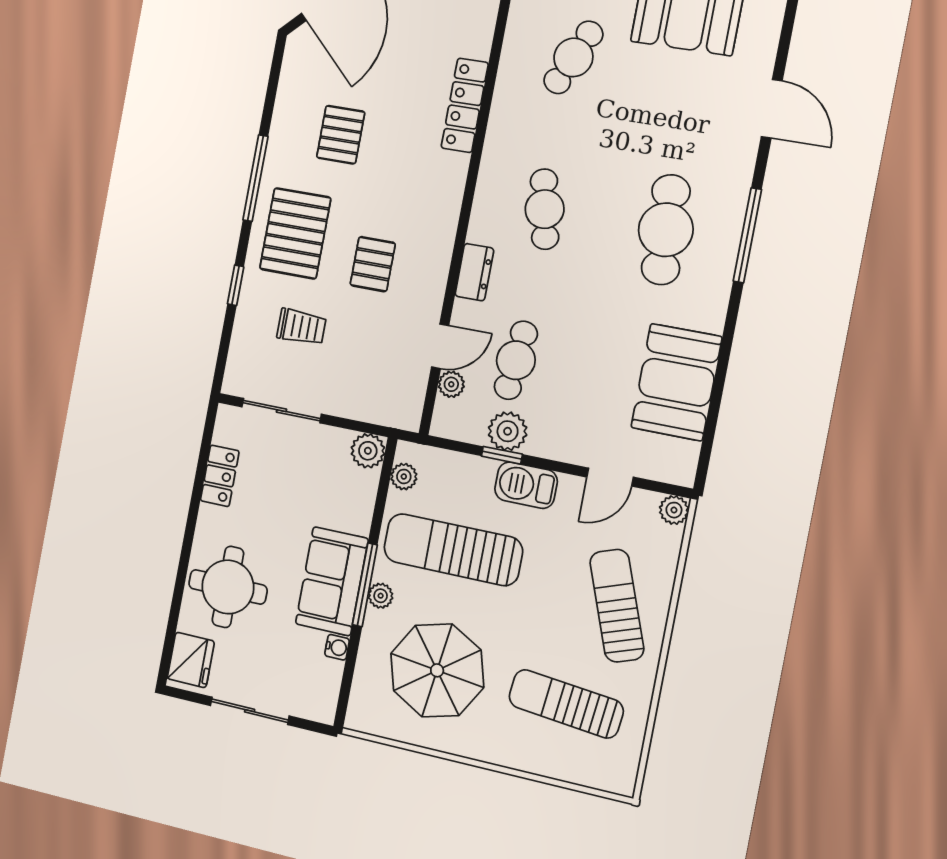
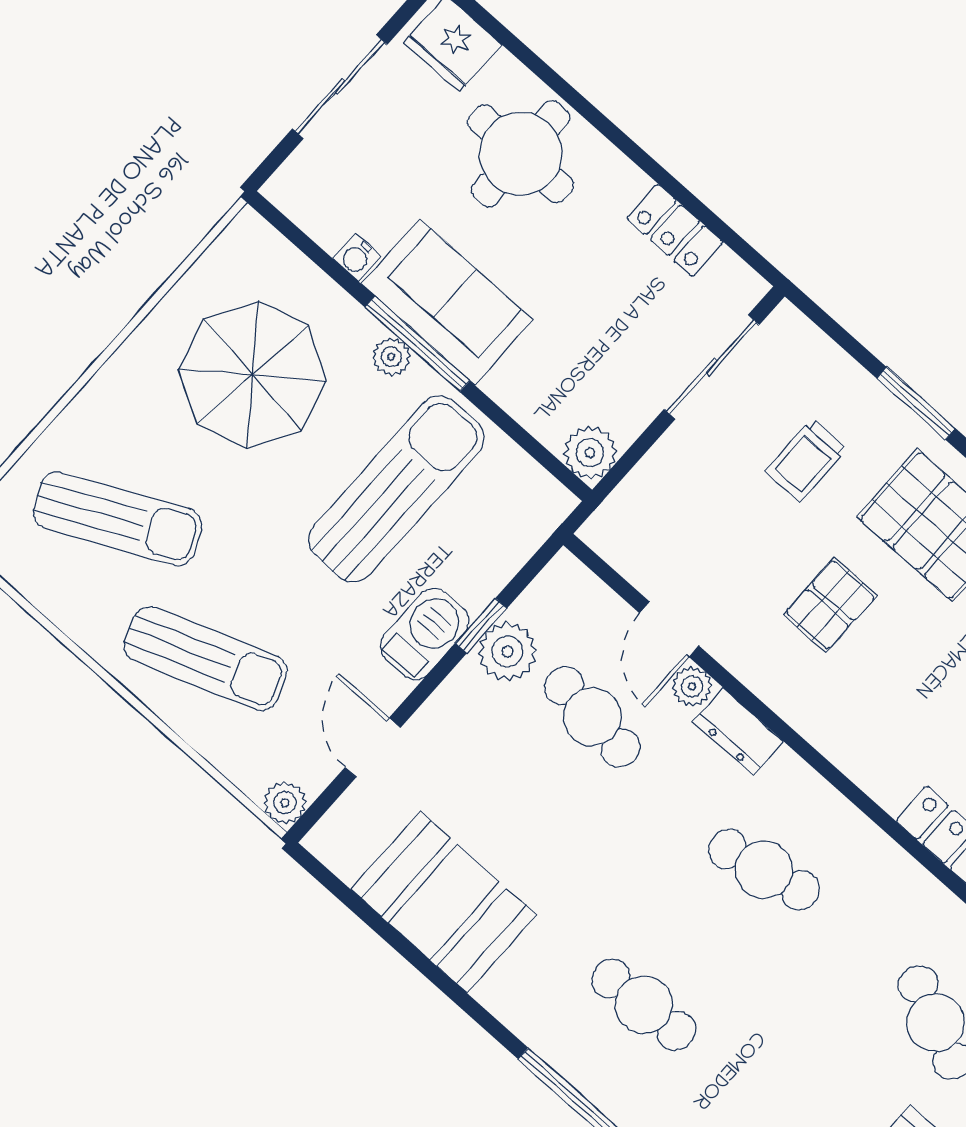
cafe table: (666, 230) -> (644, 1005), width x0.73, depth x0.74
pallet: (373, 264) -> (830, 605), turned 90
window: (236, 285) -> (916, 403), width x1.50
plant: (451, 384) -> (692, 687), moved
plant: (404, 477) -> (528, 481), removed
sun lounger: (566, 704) -> (118, 519), turned 58

